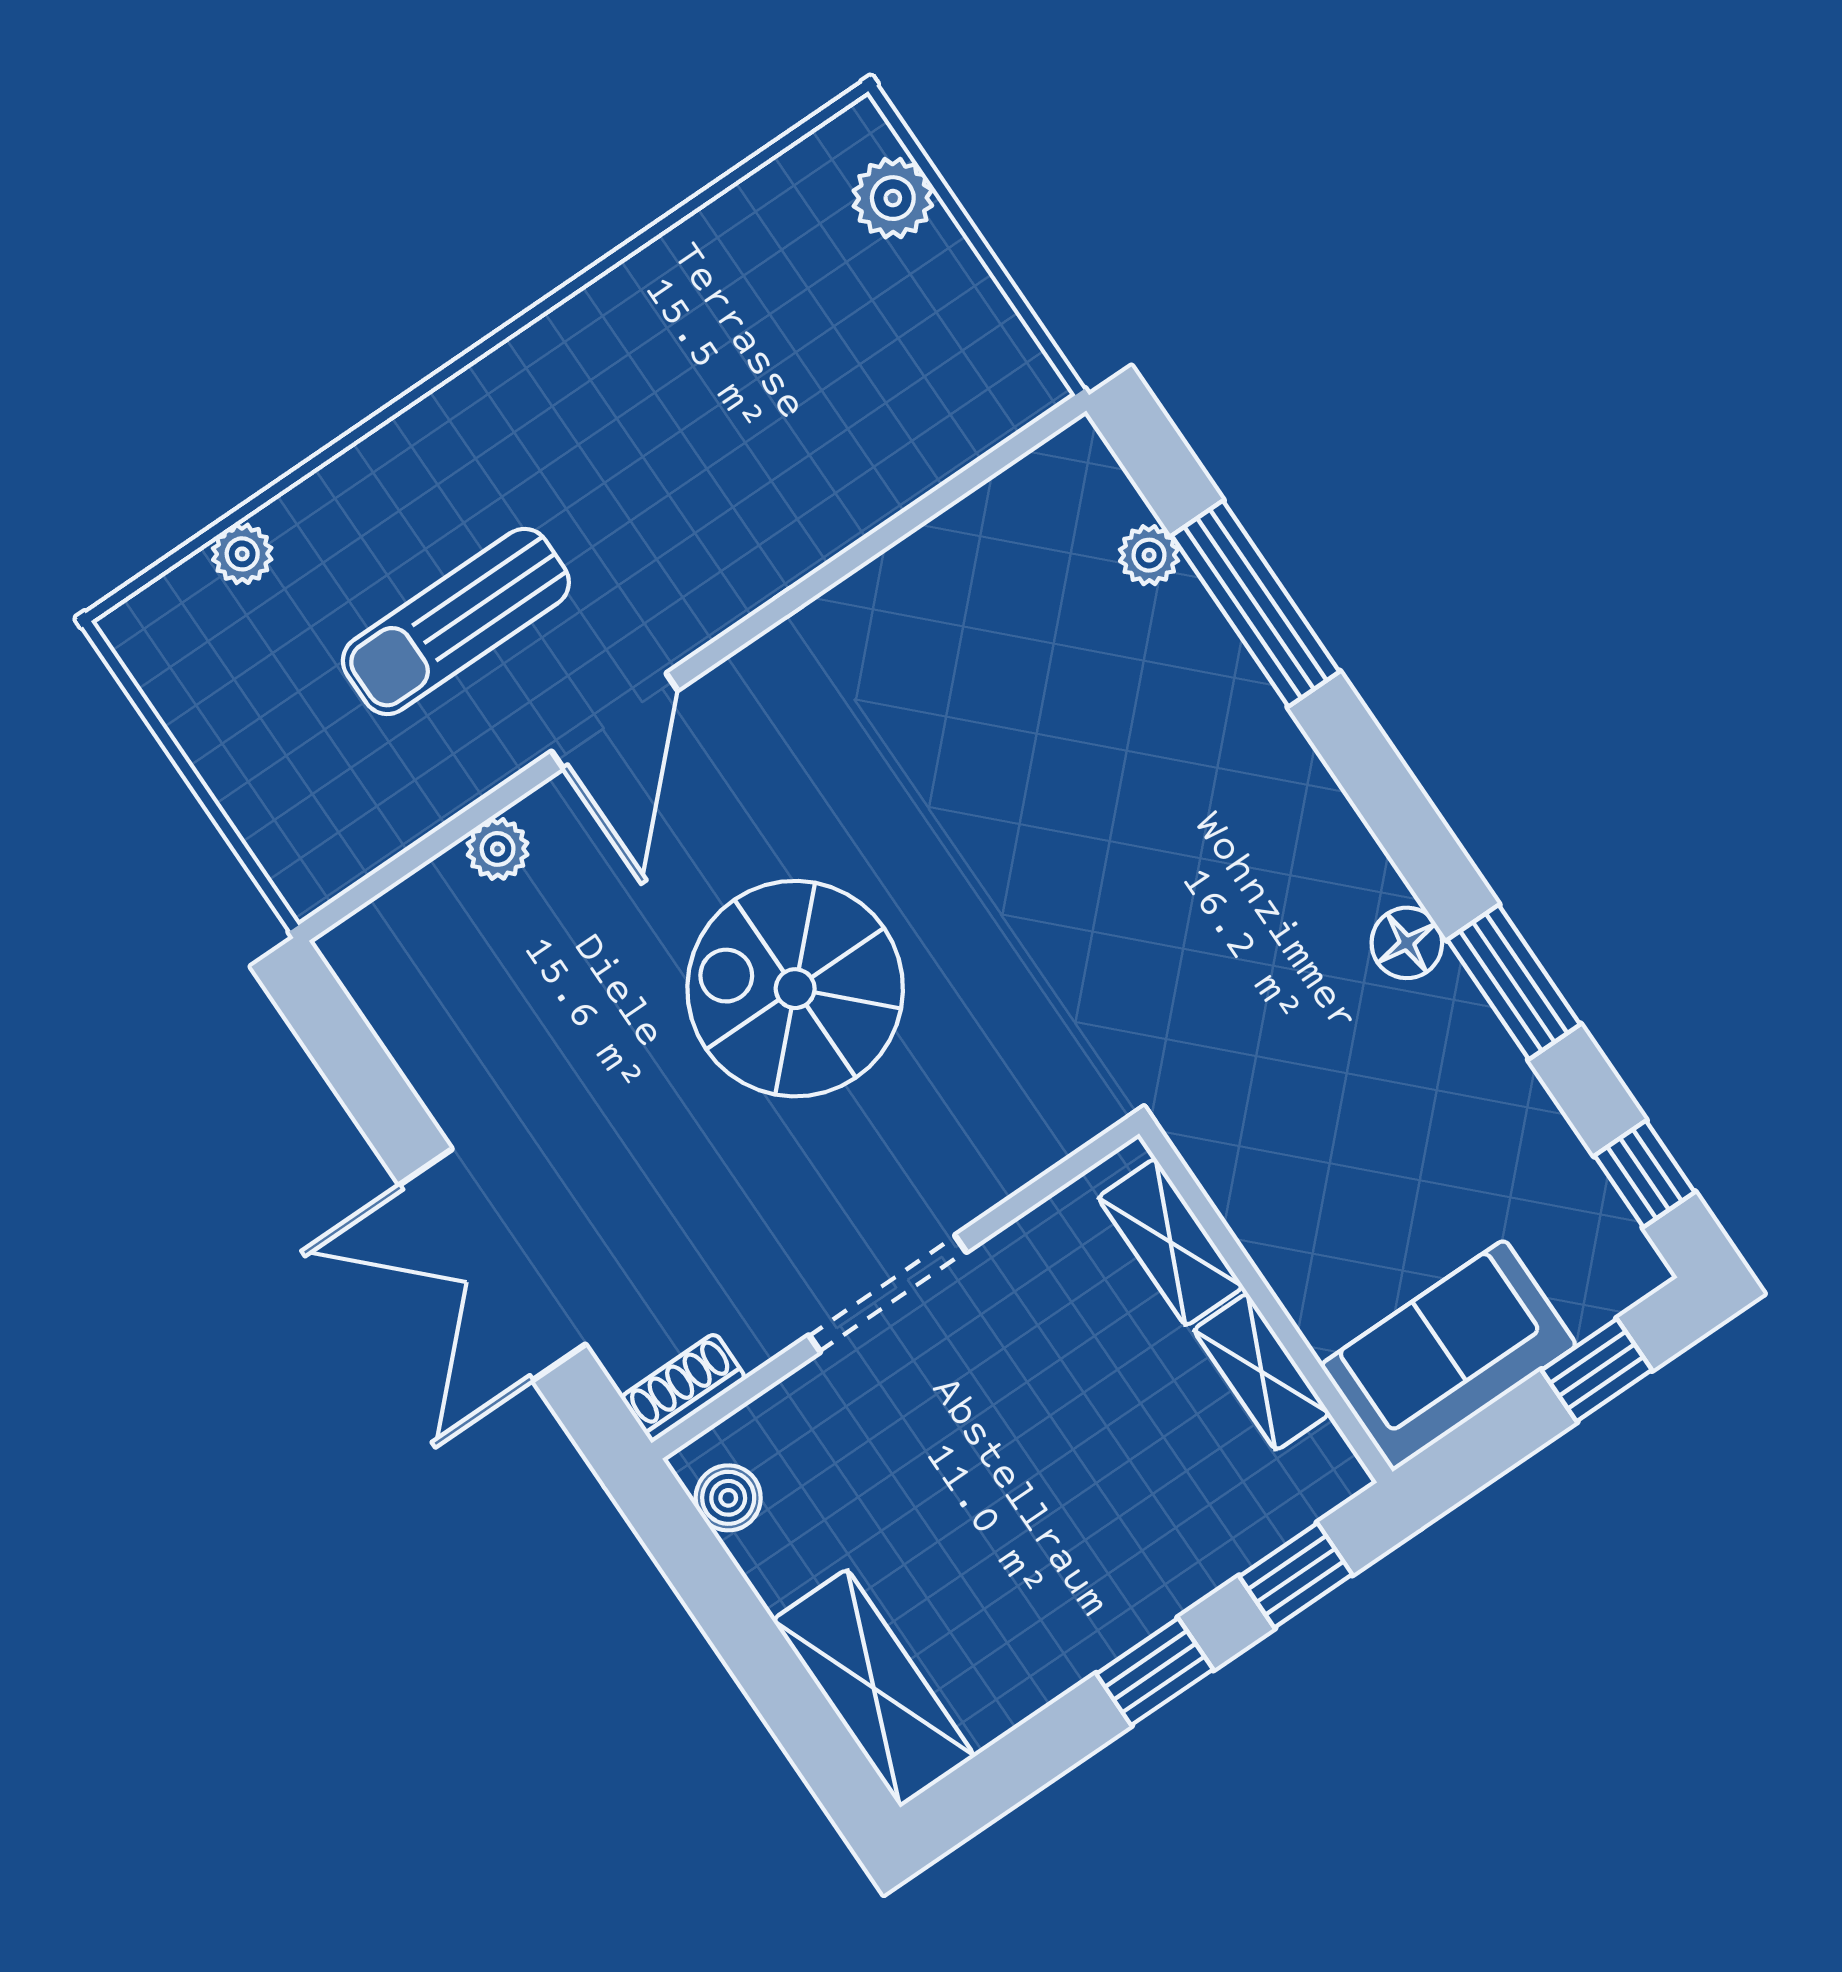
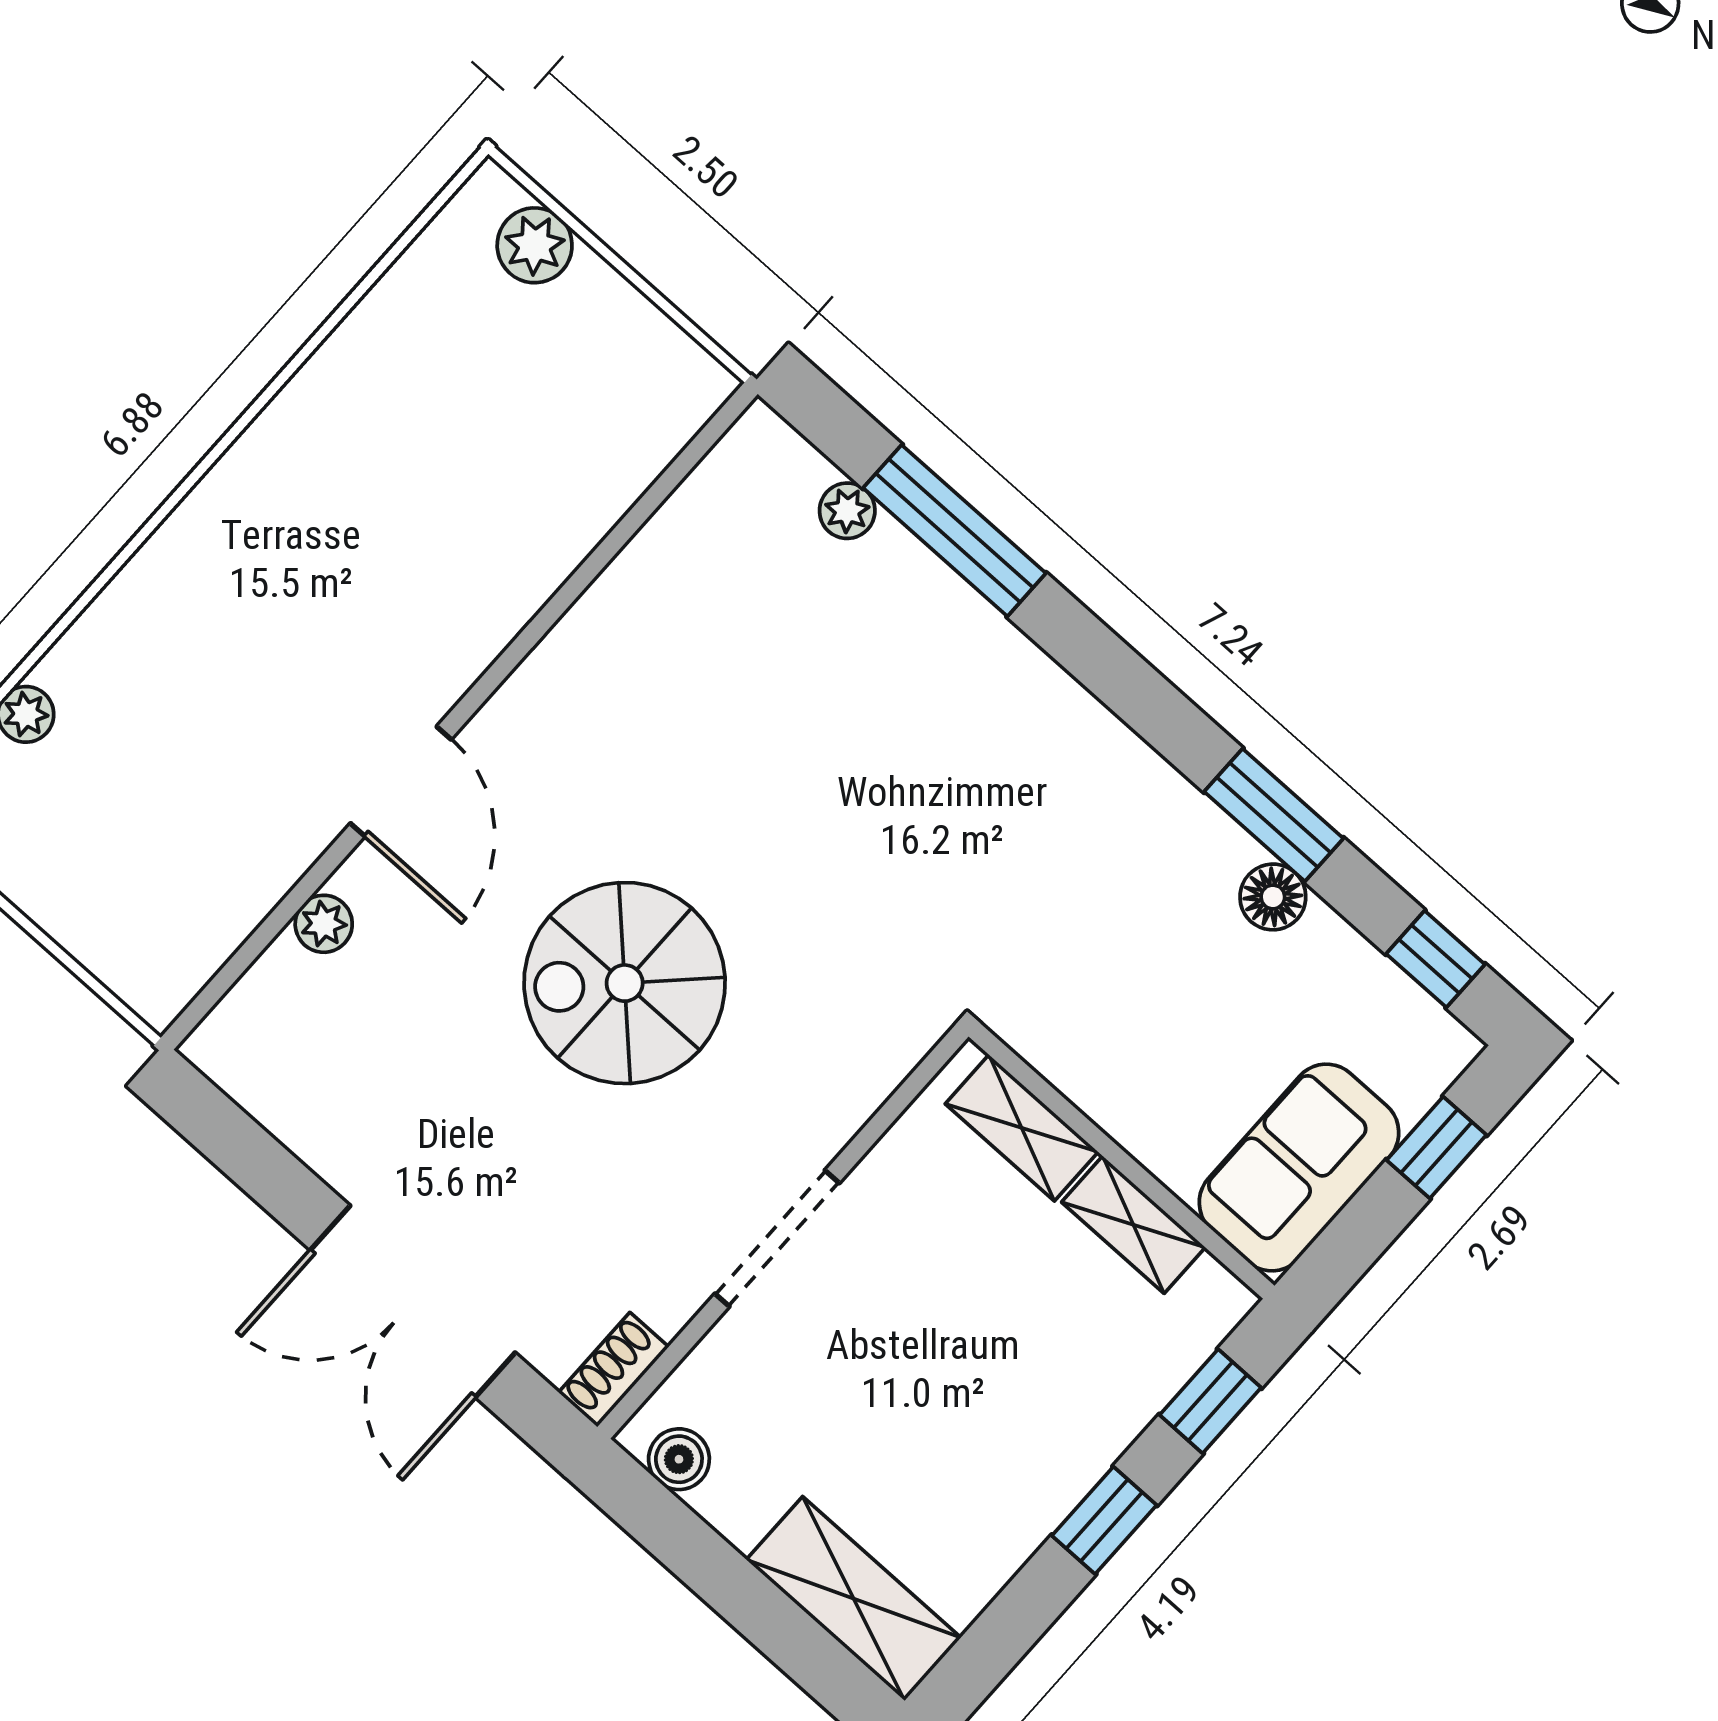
sun lounger: (456, 621) -> (235, 727), removed
floor lamp: (1407, 943) -> (1273, 897), moved

